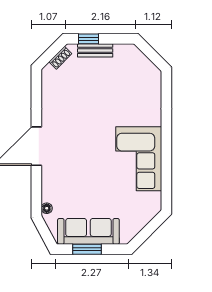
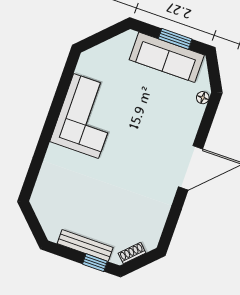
bench: (95, 50) -> (85, 245), width x1.36

